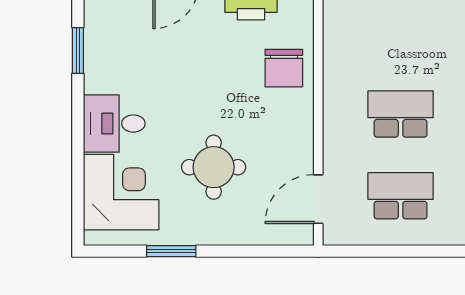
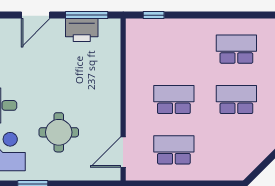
chair: (284, 68) -> (102, 71), removed

